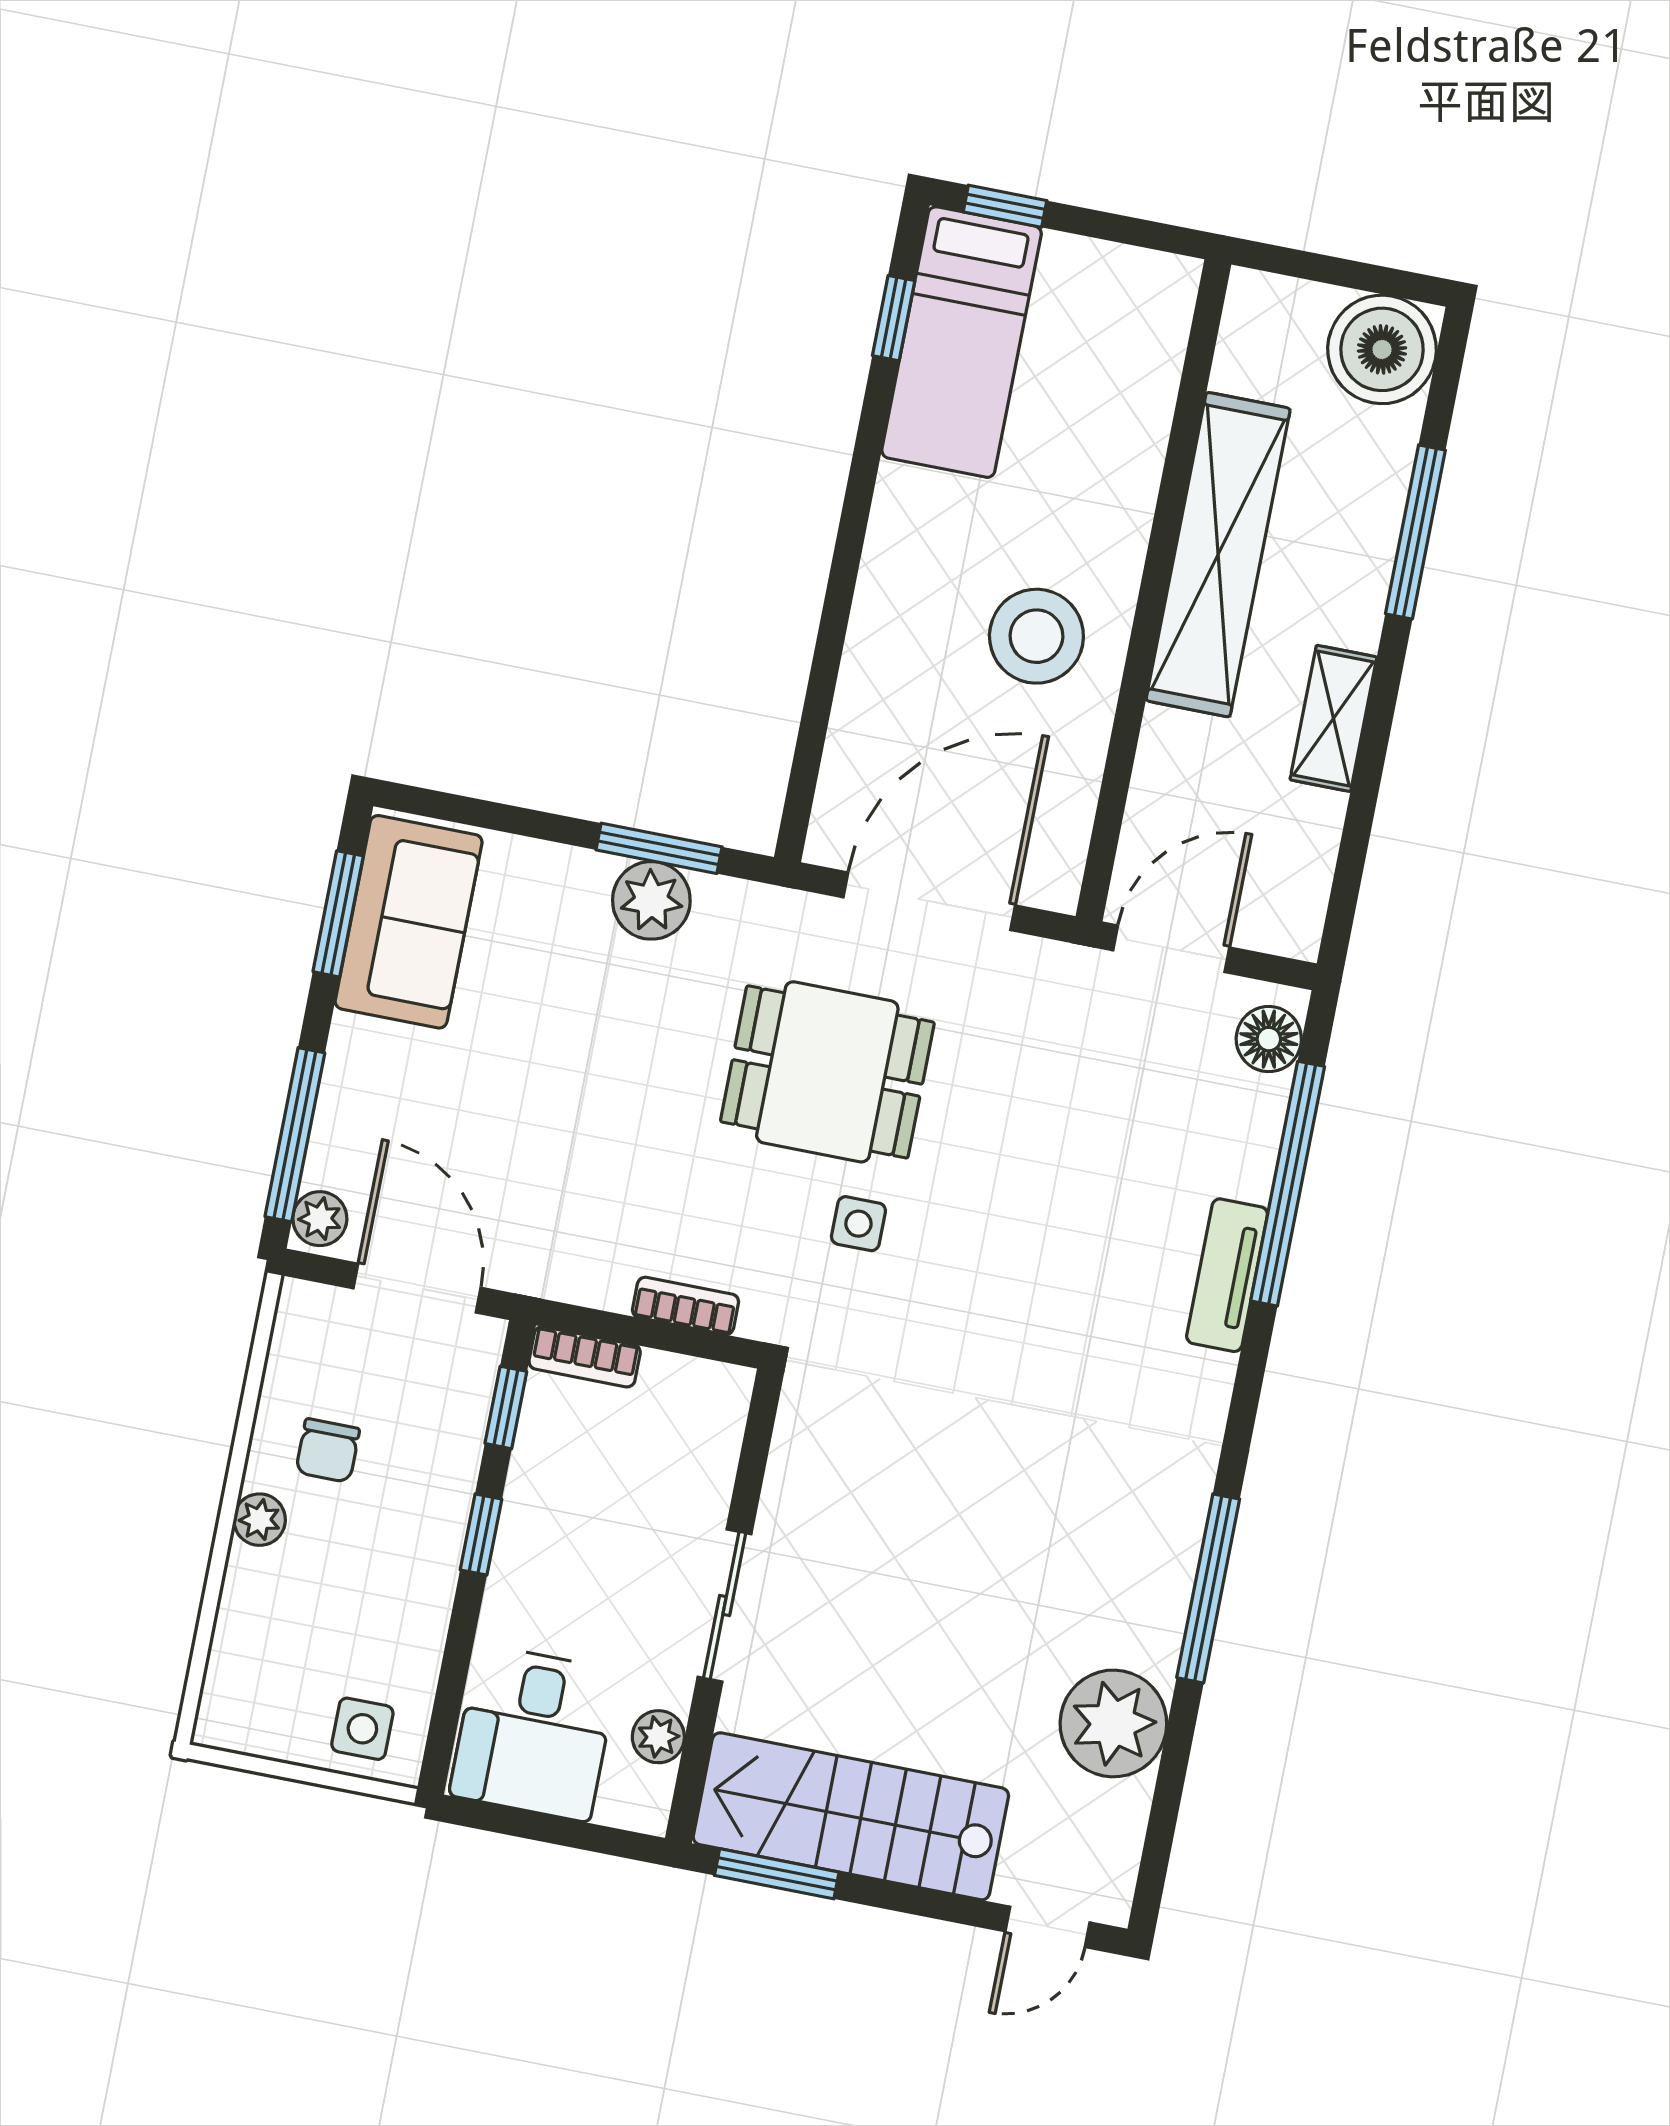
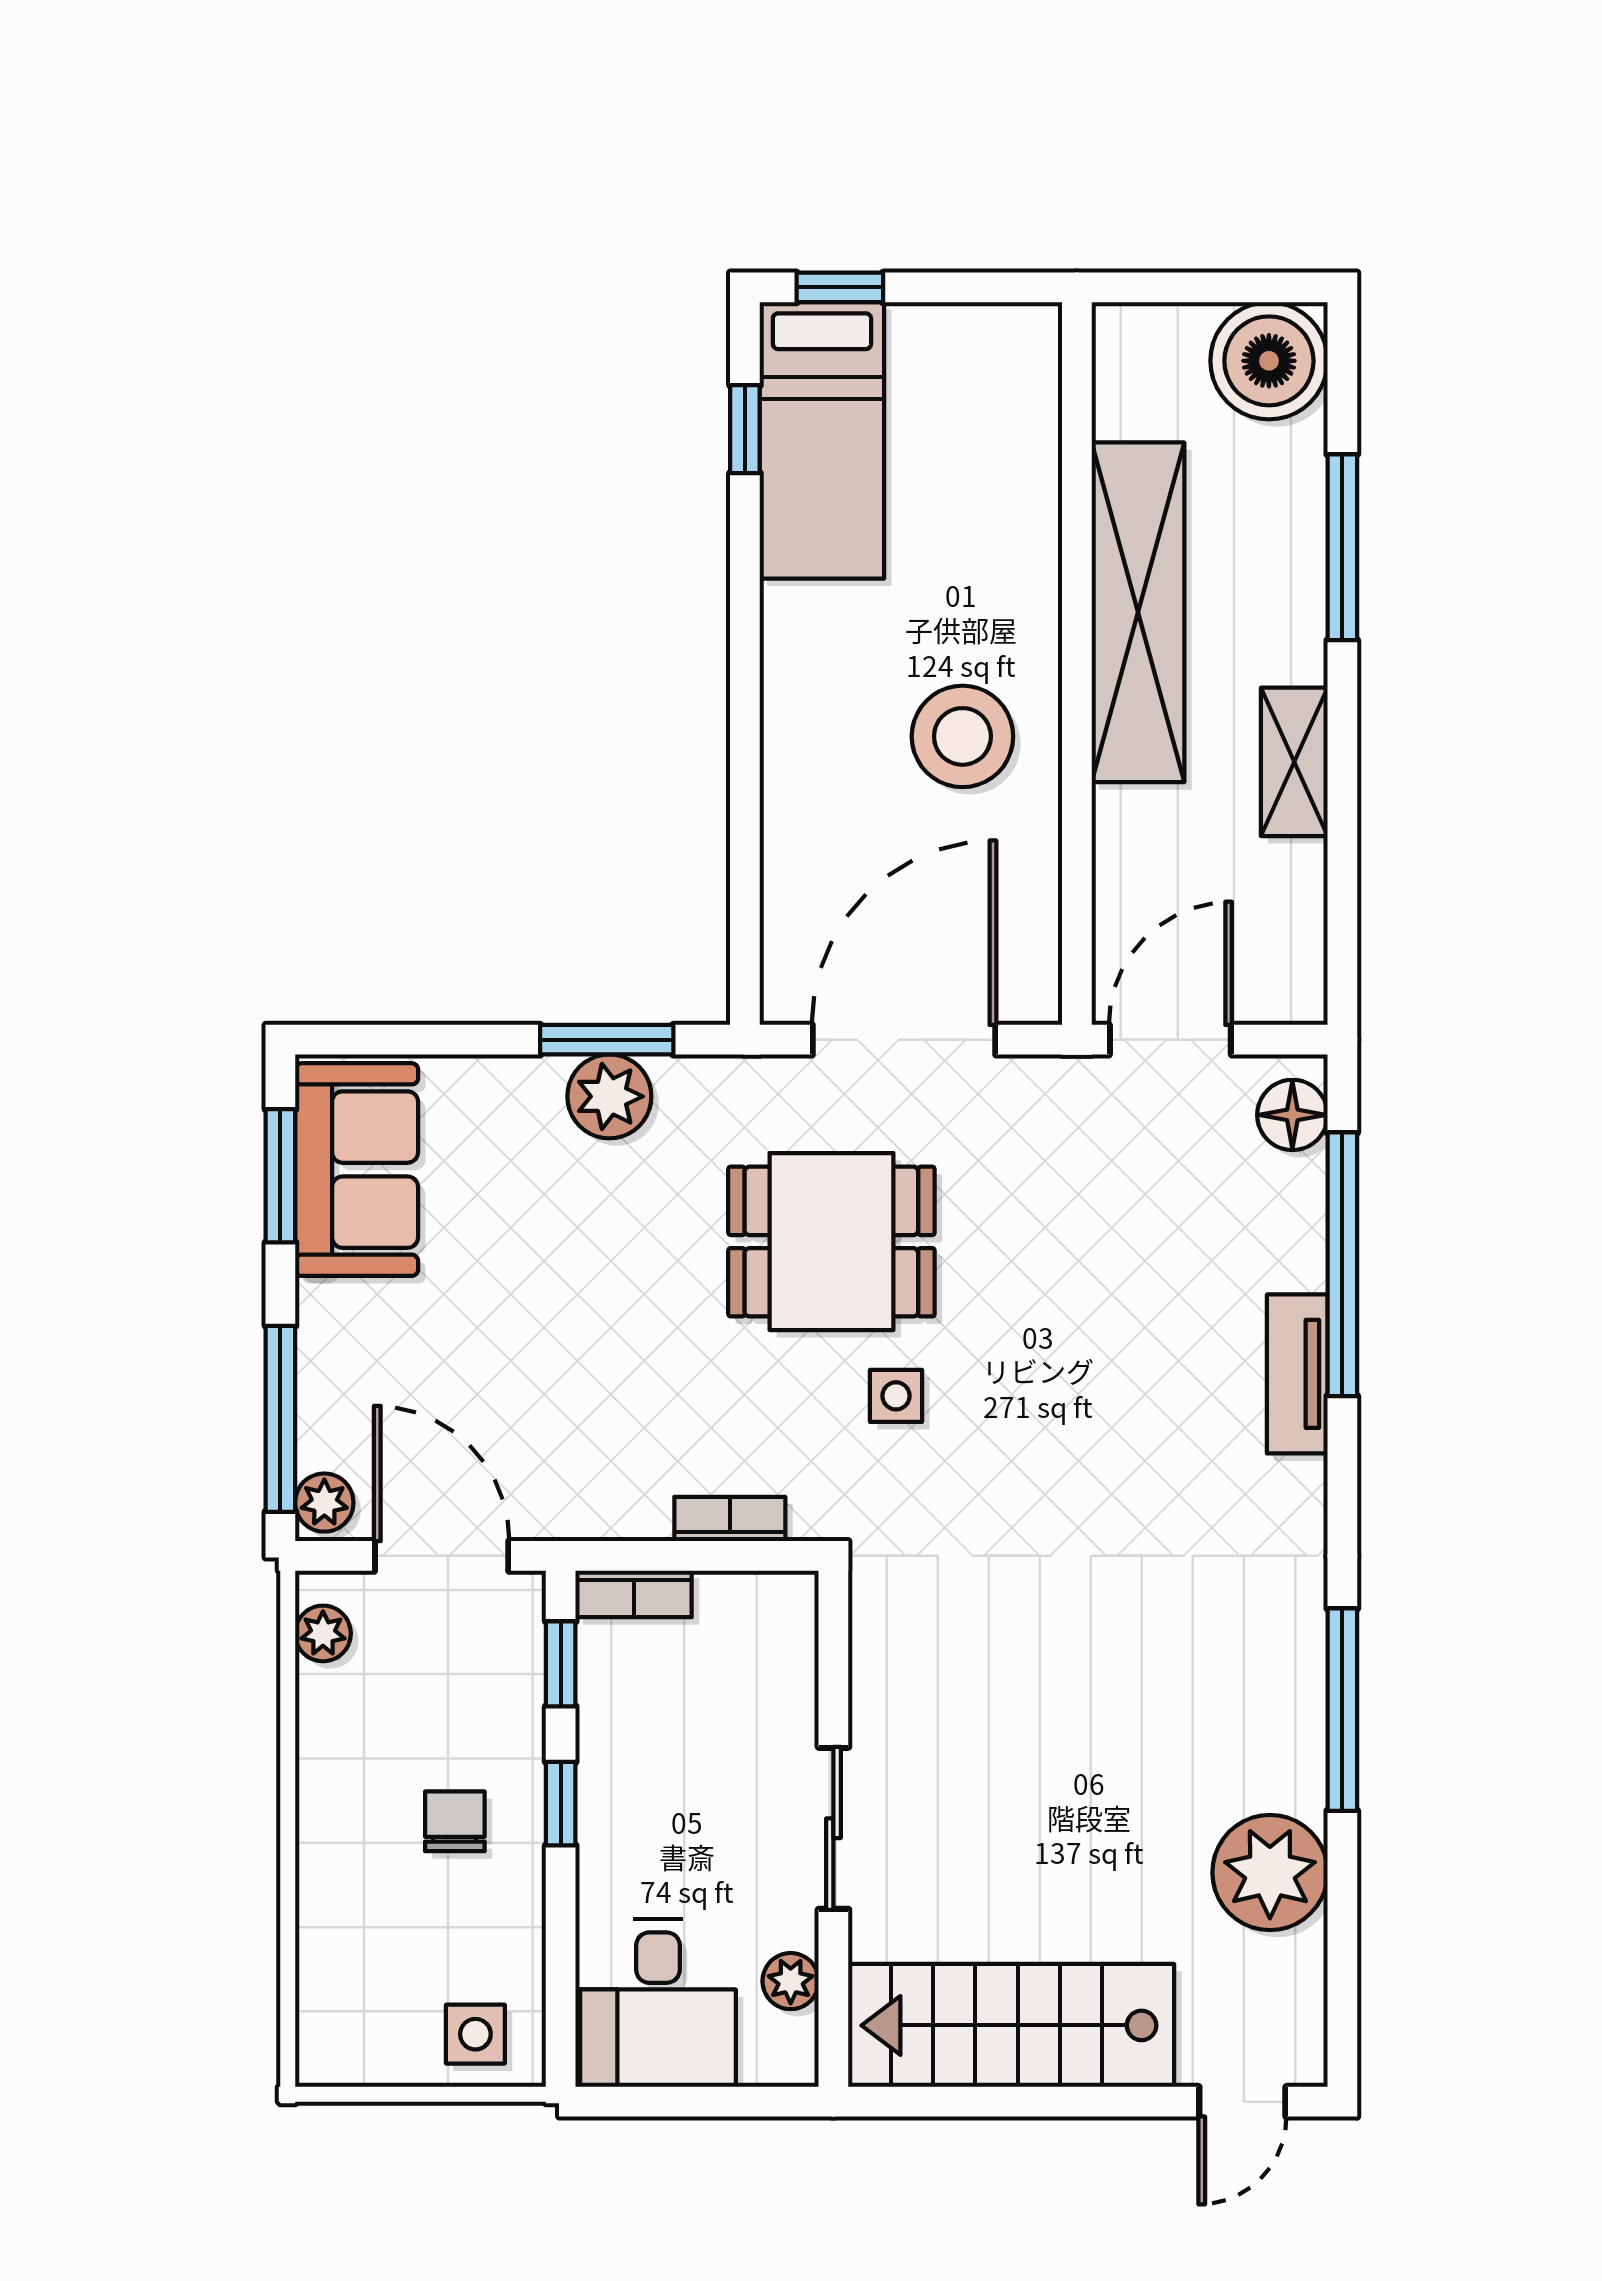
chair: (328, 1451) -> (455, 1821), moved, turned 180
plant: (260, 1520) -> (323, 1633), moved
window: (777, 1874) -> (945, 2102), removed

